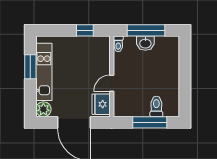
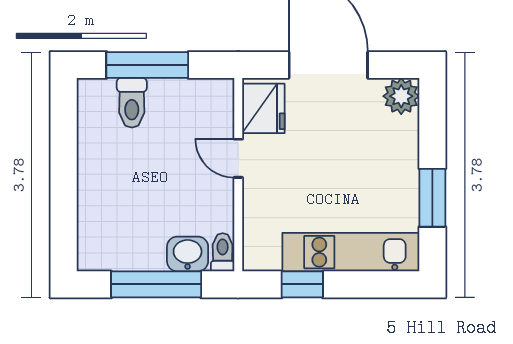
washbasin: (145, 43) -> (188, 254), moved
kitchen unit: (44, 72) -> (351, 252), moved, turned 90
door: (112, 83) -> (238, 158), swing flipped

